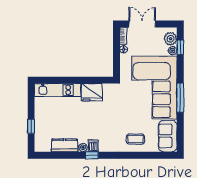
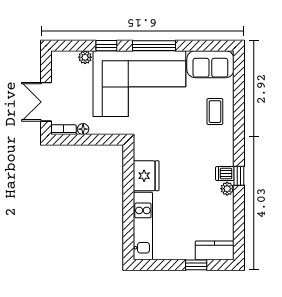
plant: (170, 39) -> (68, 60), removed
window: (180, 47) -> (106, 46), moved
kitchen counter: (65, 145) -> (214, 250), moved, turned 90

